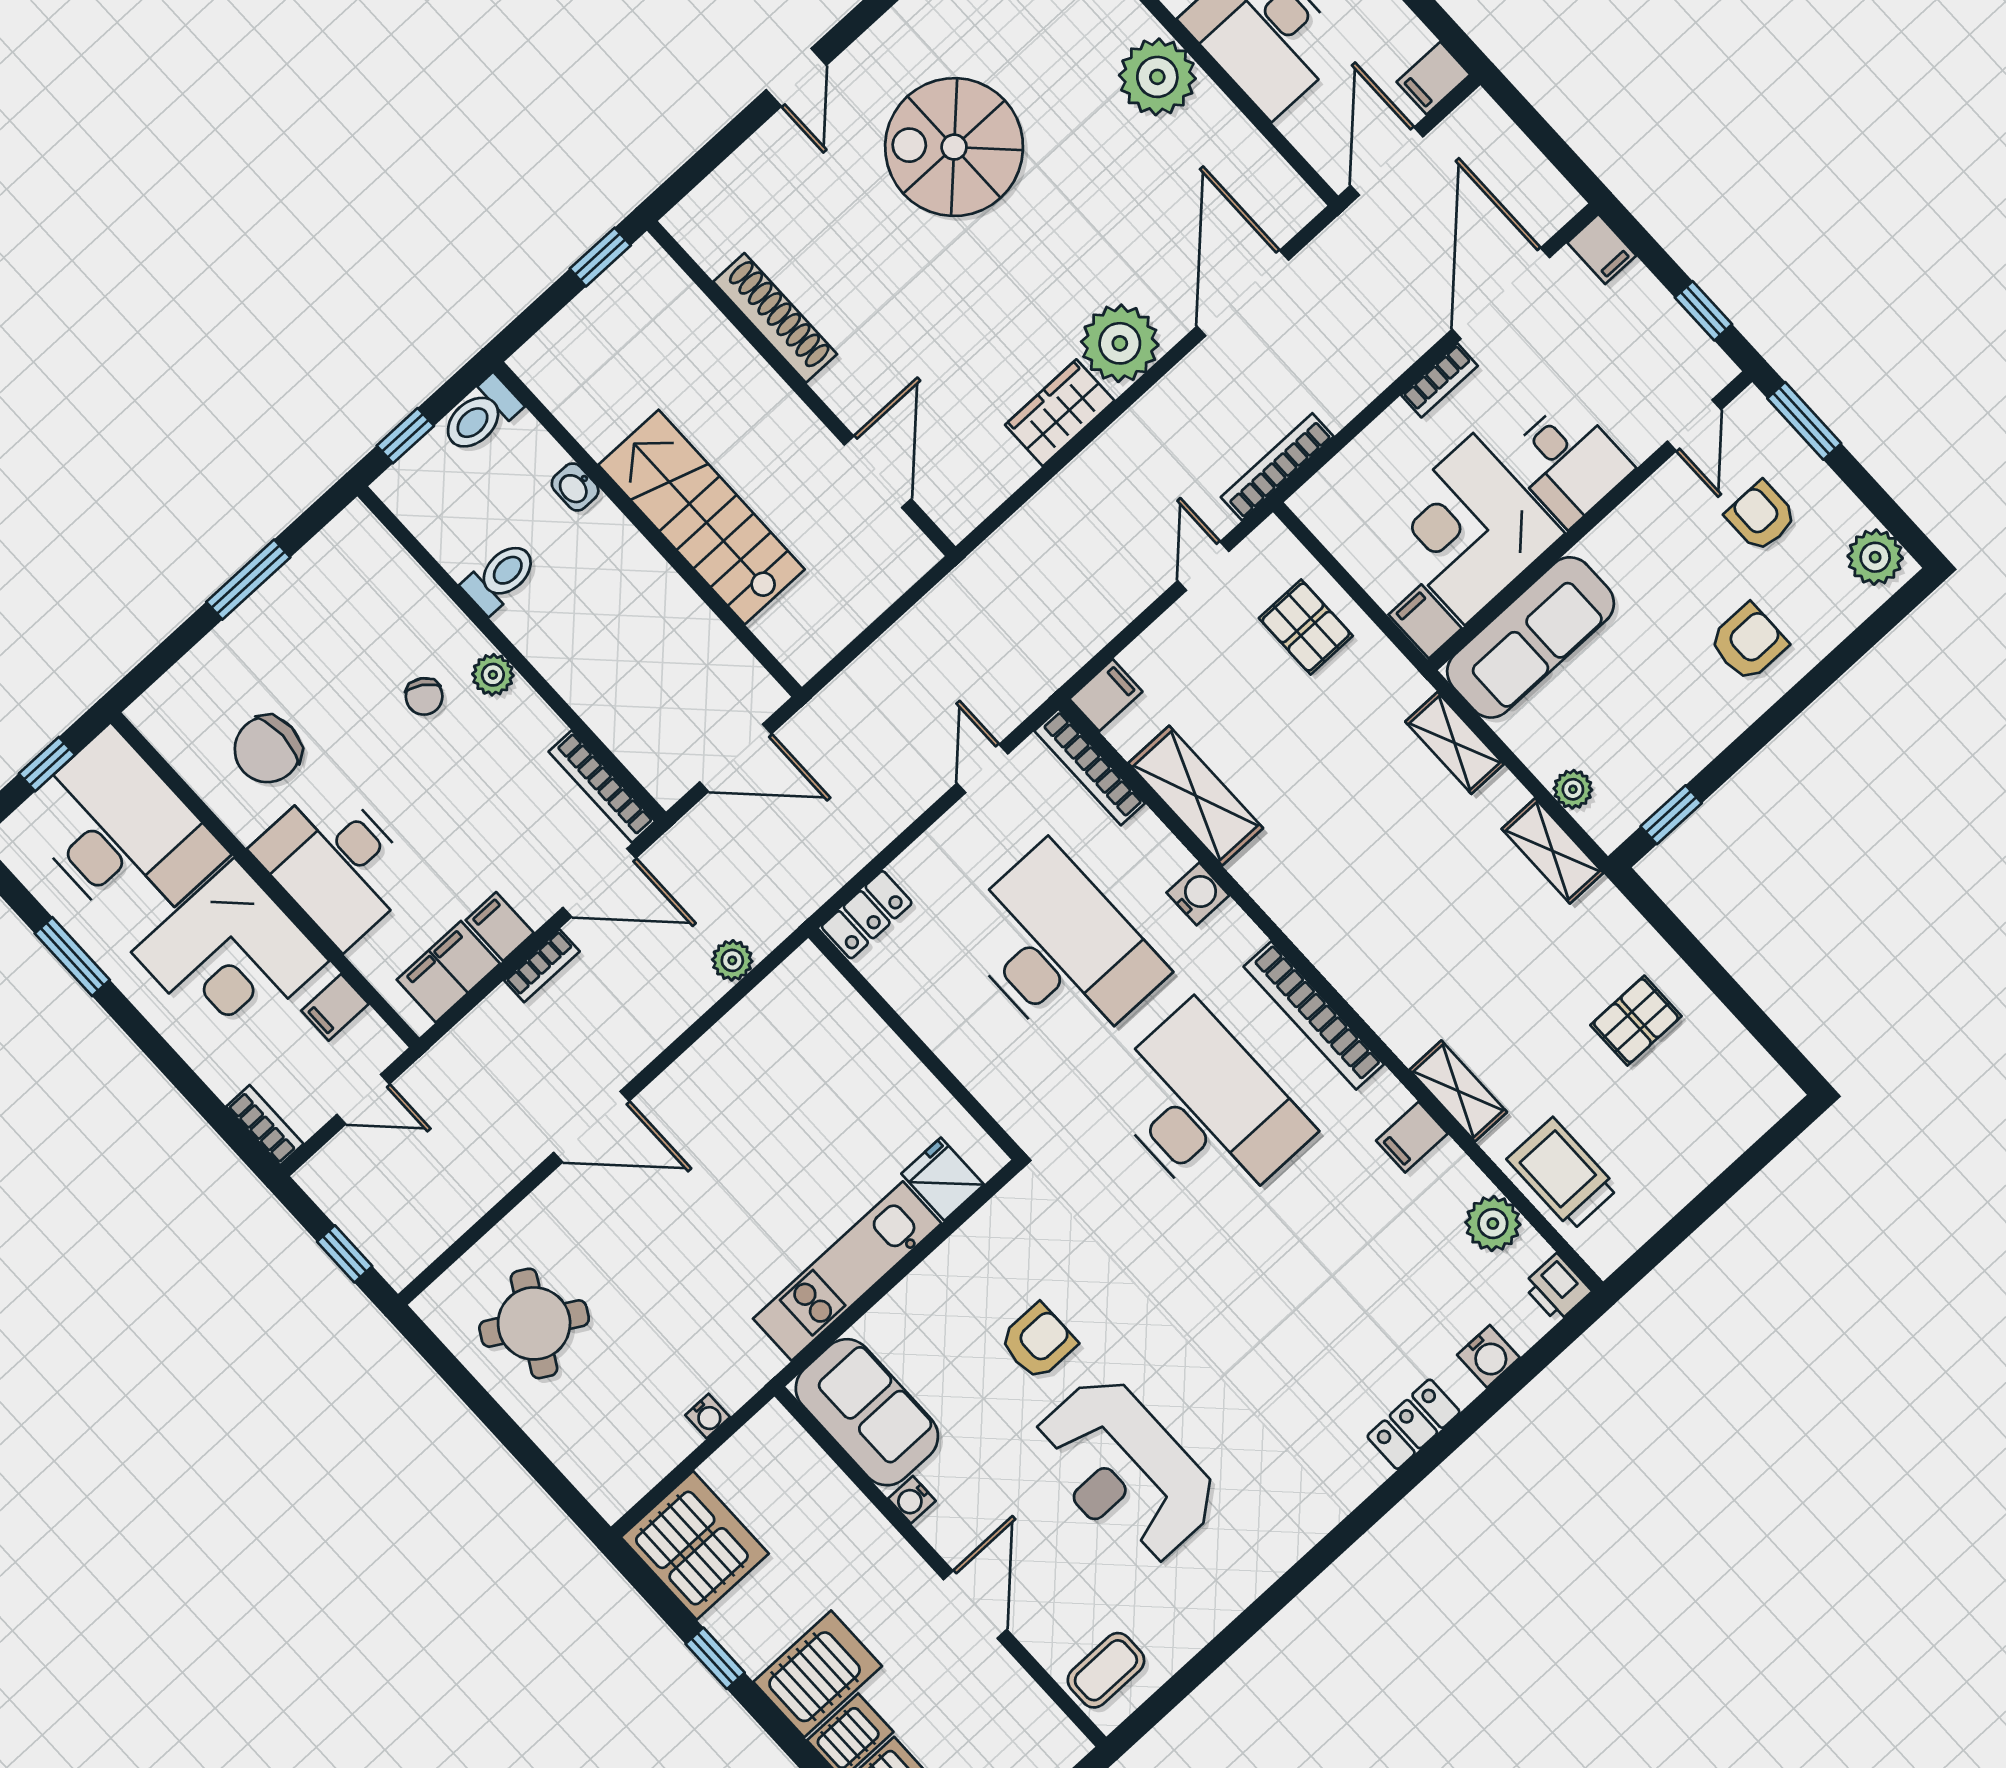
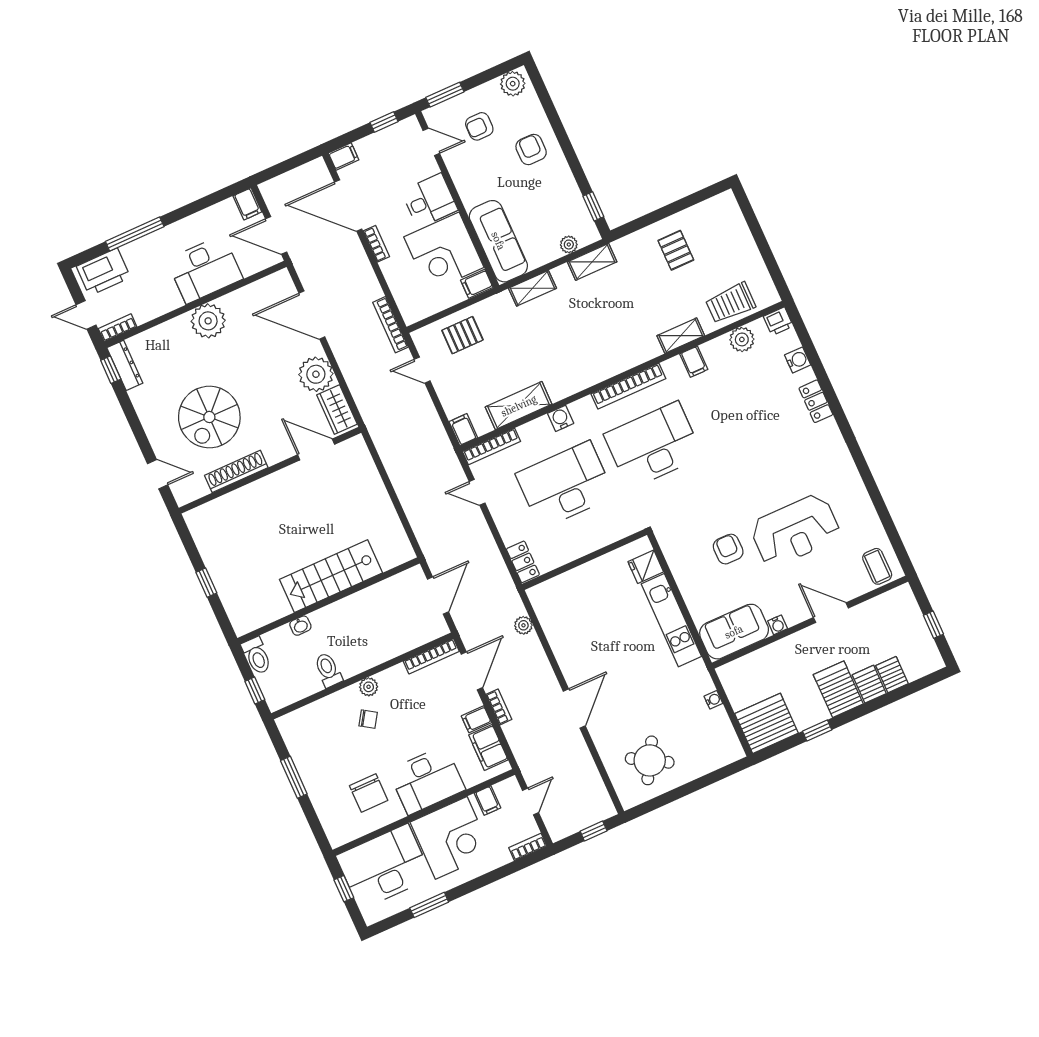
shoe rack: (775, 318) -> (236, 471), moved
wall: (801, 389) -> (270, 470), moved
door: (878, 472) -> (316, 450), moved

